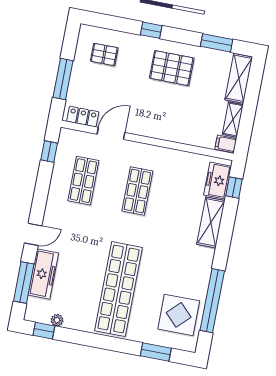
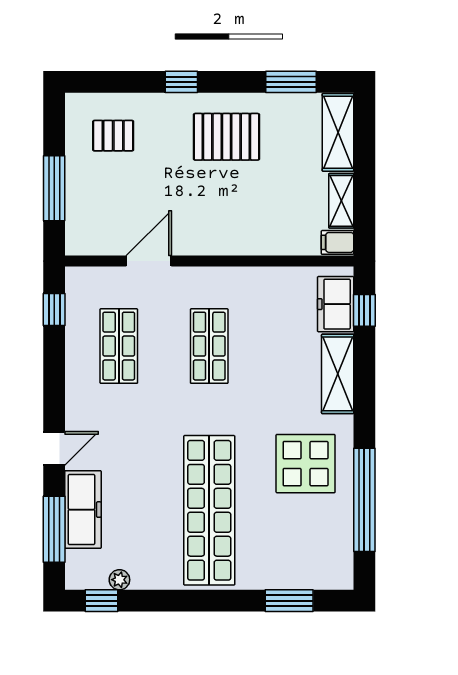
locker: (83, 117) -> (98, 243), removed
display table: (179, 315) -> (306, 464), moved

